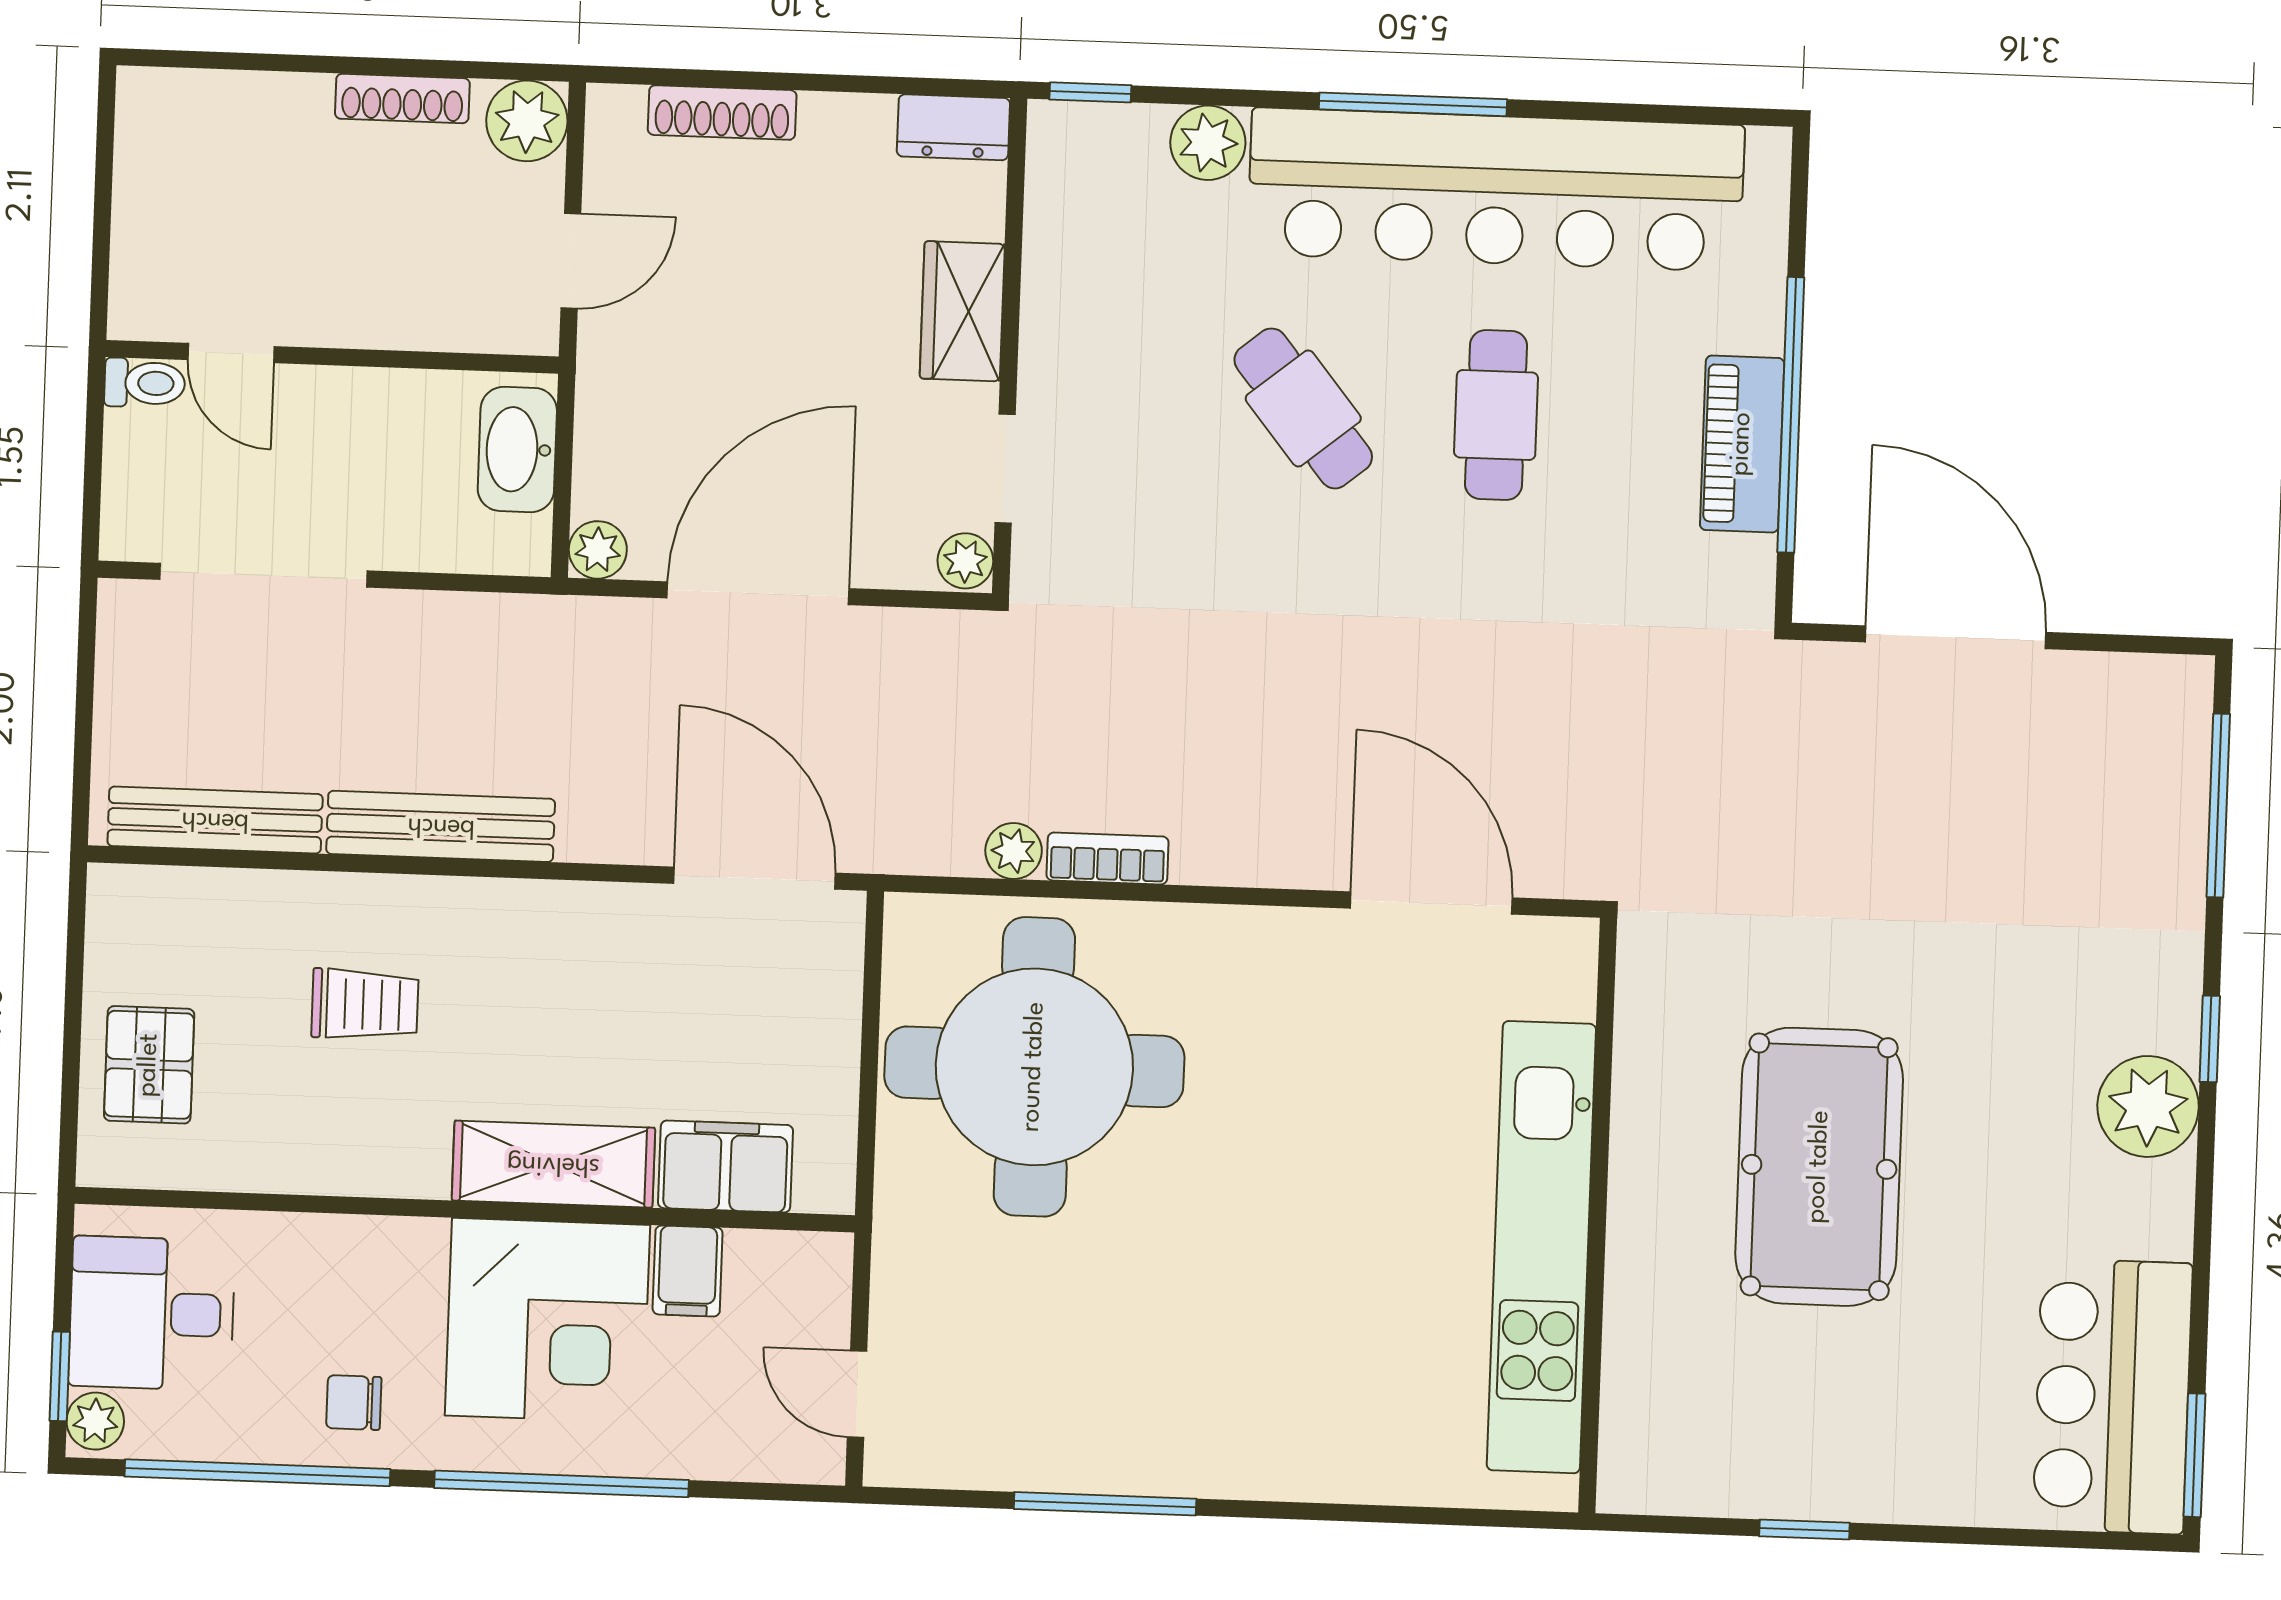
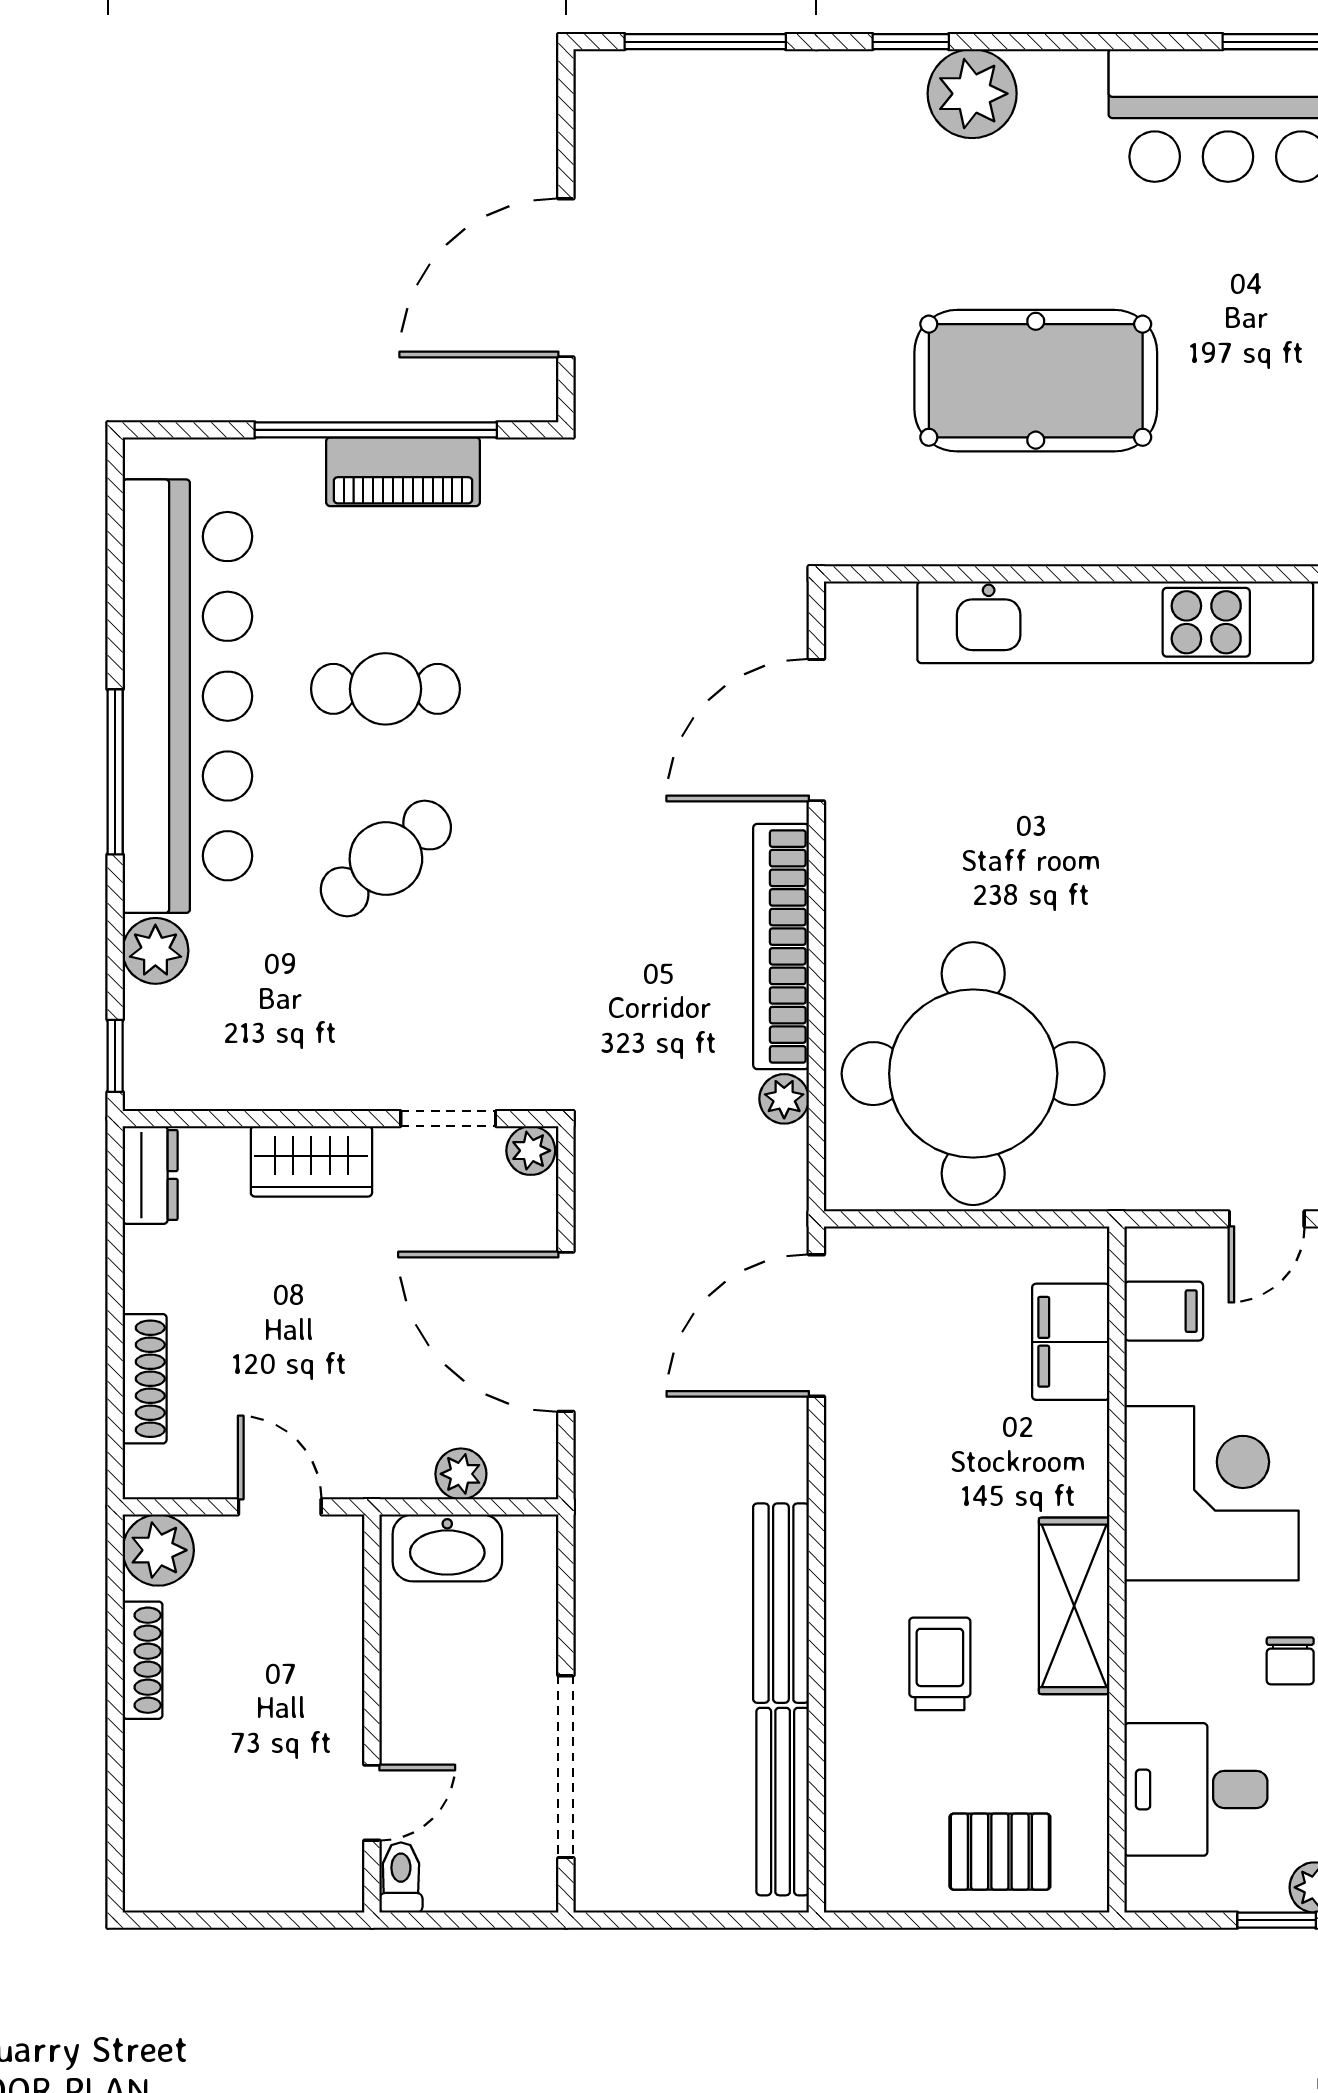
plant: (598, 550) -> (461, 1474), moved
bookcase: (1107, 858) -> (781, 946), width x2.31, depth x1.31
shelving: (553, 1164) -> (1074, 1606), moved
filing cabinet: (688, 1271) -> (1164, 1311), moved
desk: (152, 1313) -> (1196, 1789), moved, turned 90

